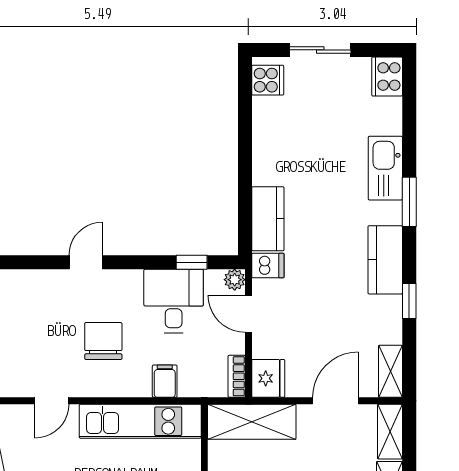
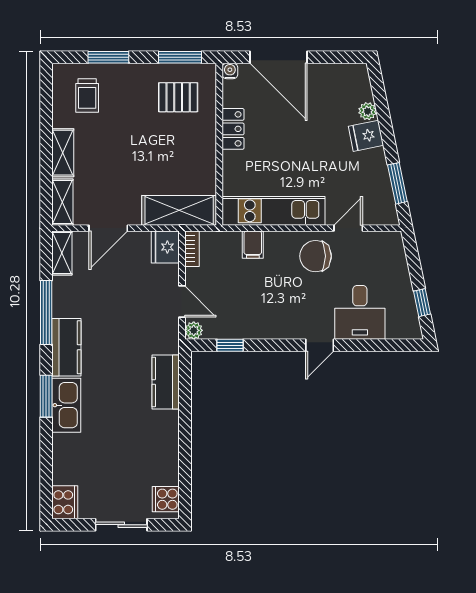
kitchen sink: (385, 168) -> (66, 405), moved
dishwasher: (268, 266) -> (166, 342), removed
desk: (174, 301) -> (360, 312), moved
window: (409, 301) -> (46, 312), width x2.17
chair: (103, 341) -> (316, 256), moved, turned 90

